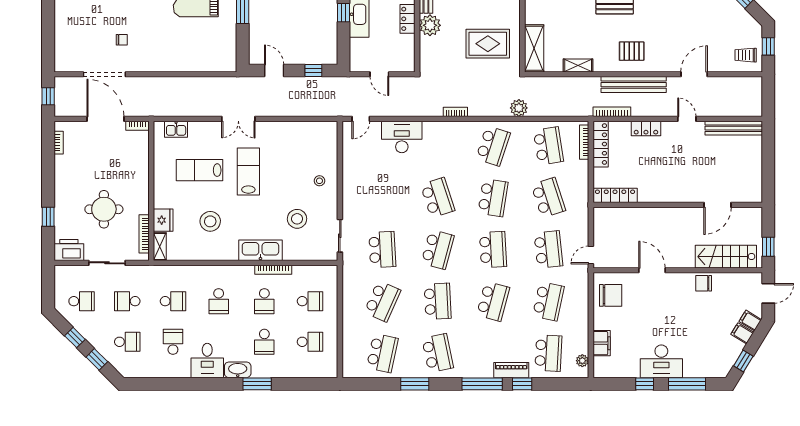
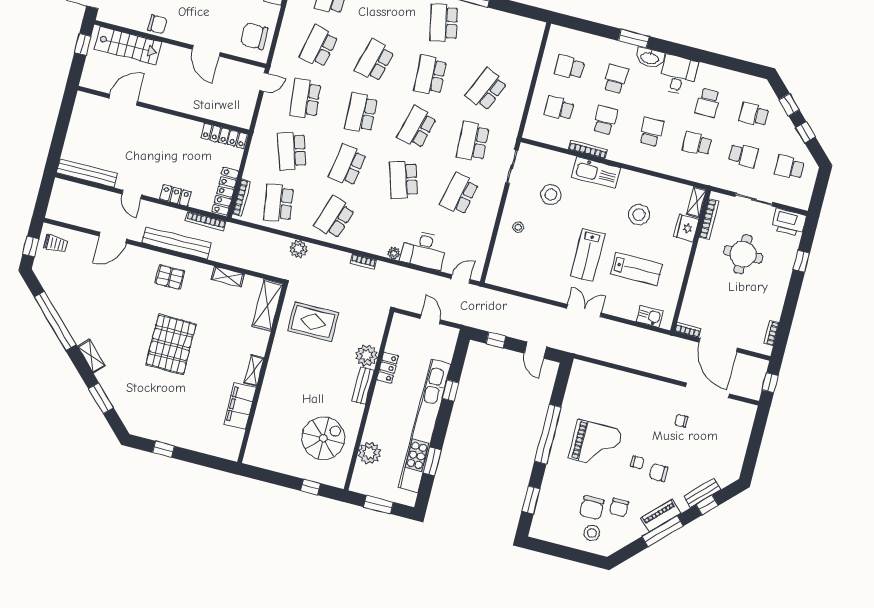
plant: (429, 127) -> (394, 253), added
school desk: (382, 353) -> (459, 194), moved

